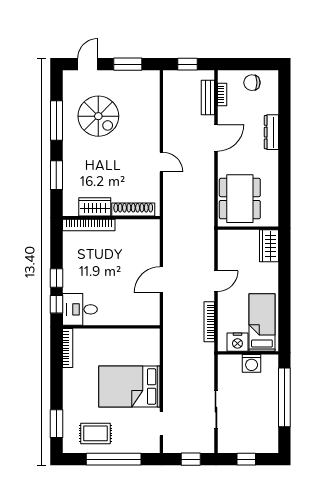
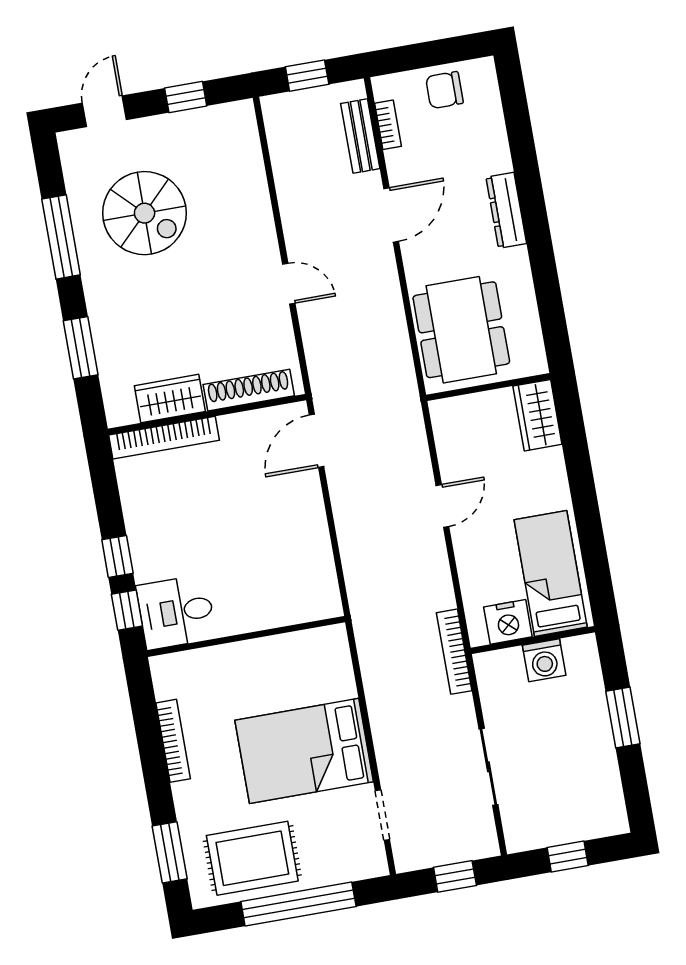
window: (128, 64) -> (186, 97), width x0.67
dresser: (271, 132) -> (506, 210), moved
door: (161, 280) -> (316, 441), moved
bookcase: (209, 322) -> (454, 652), moved
bookcase: (68, 348) -> (173, 741), moved
window: (284, 397) -> (623, 718), width x0.47
rug: (95, 433) -> (252, 858), width x1.36, depth x1.43

